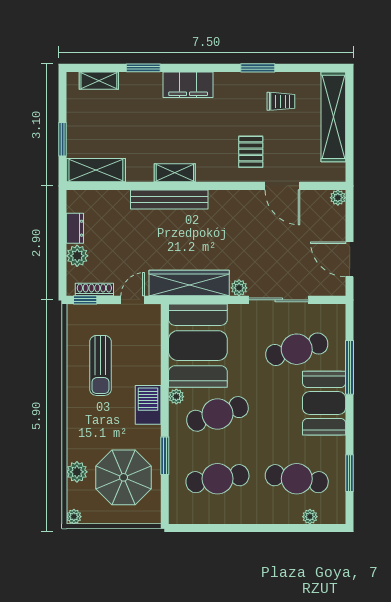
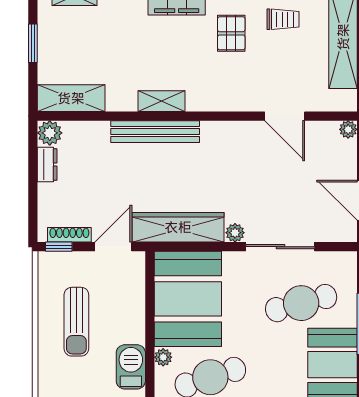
window: (62, 139) -> (33, 43), moved
pallet: (251, 152) -> (231, 33), moved
plant: (77, 256) -> (50, 133), moved
door: (133, 300) -> (113, 247), width x1.38

